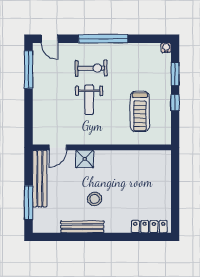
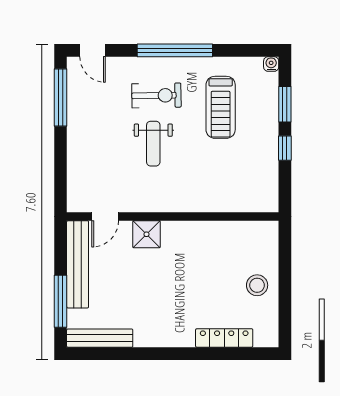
treadmill: (140, 111) -> (221, 107), moved
stool: (95, 199) -> (257, 285), moved
bench: (82, 227) -> (100, 338), moved
locker: (149, 227) -> (224, 338), moved

